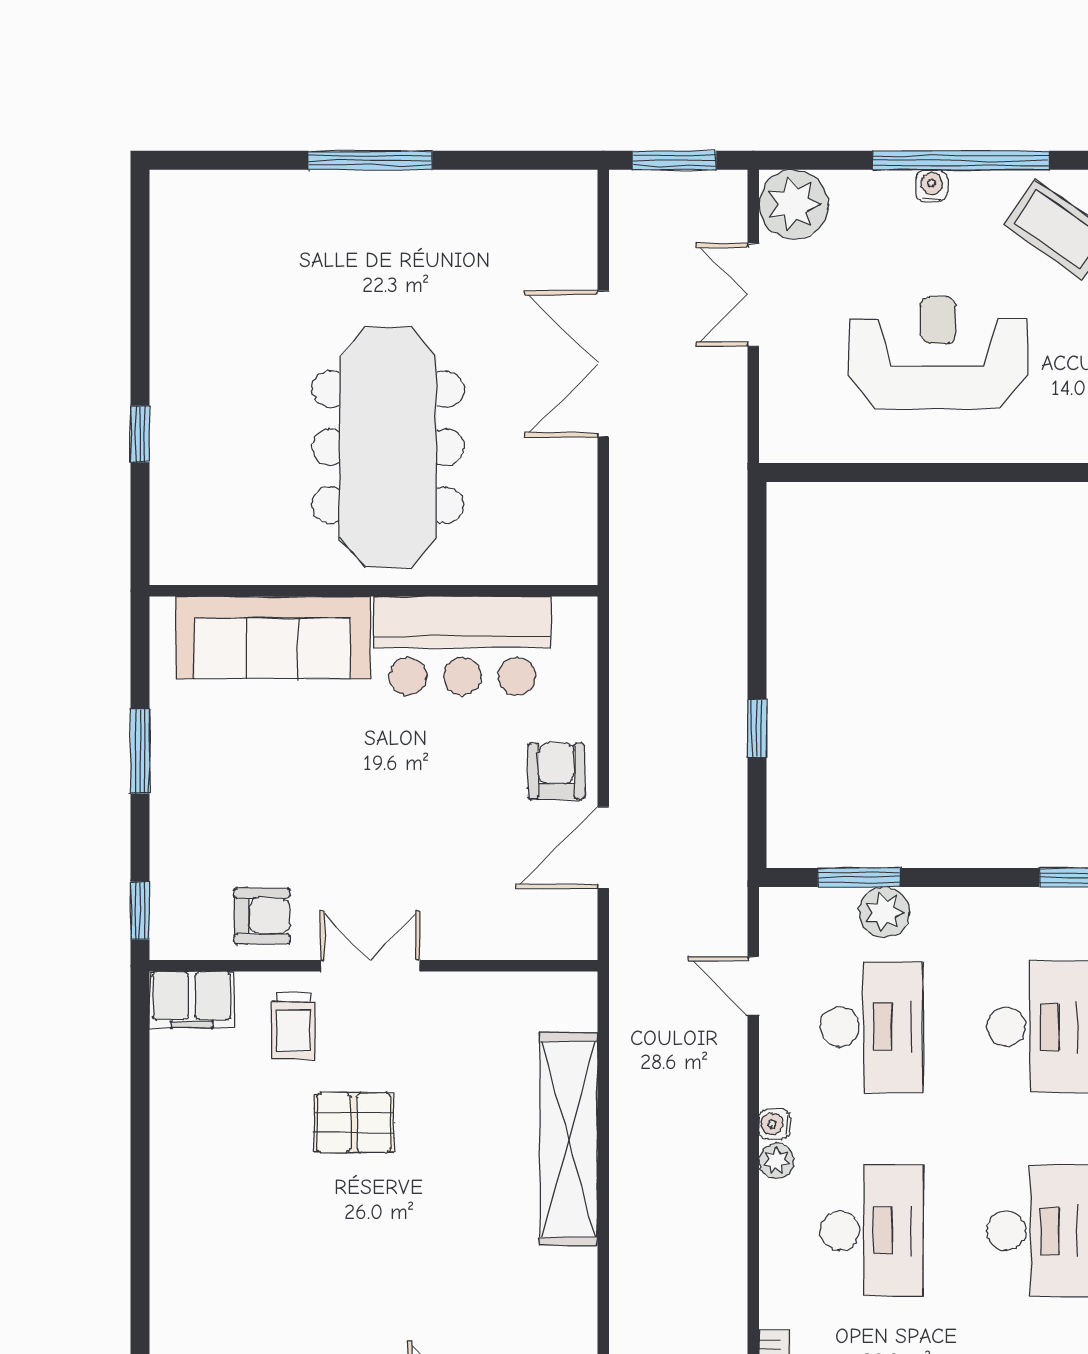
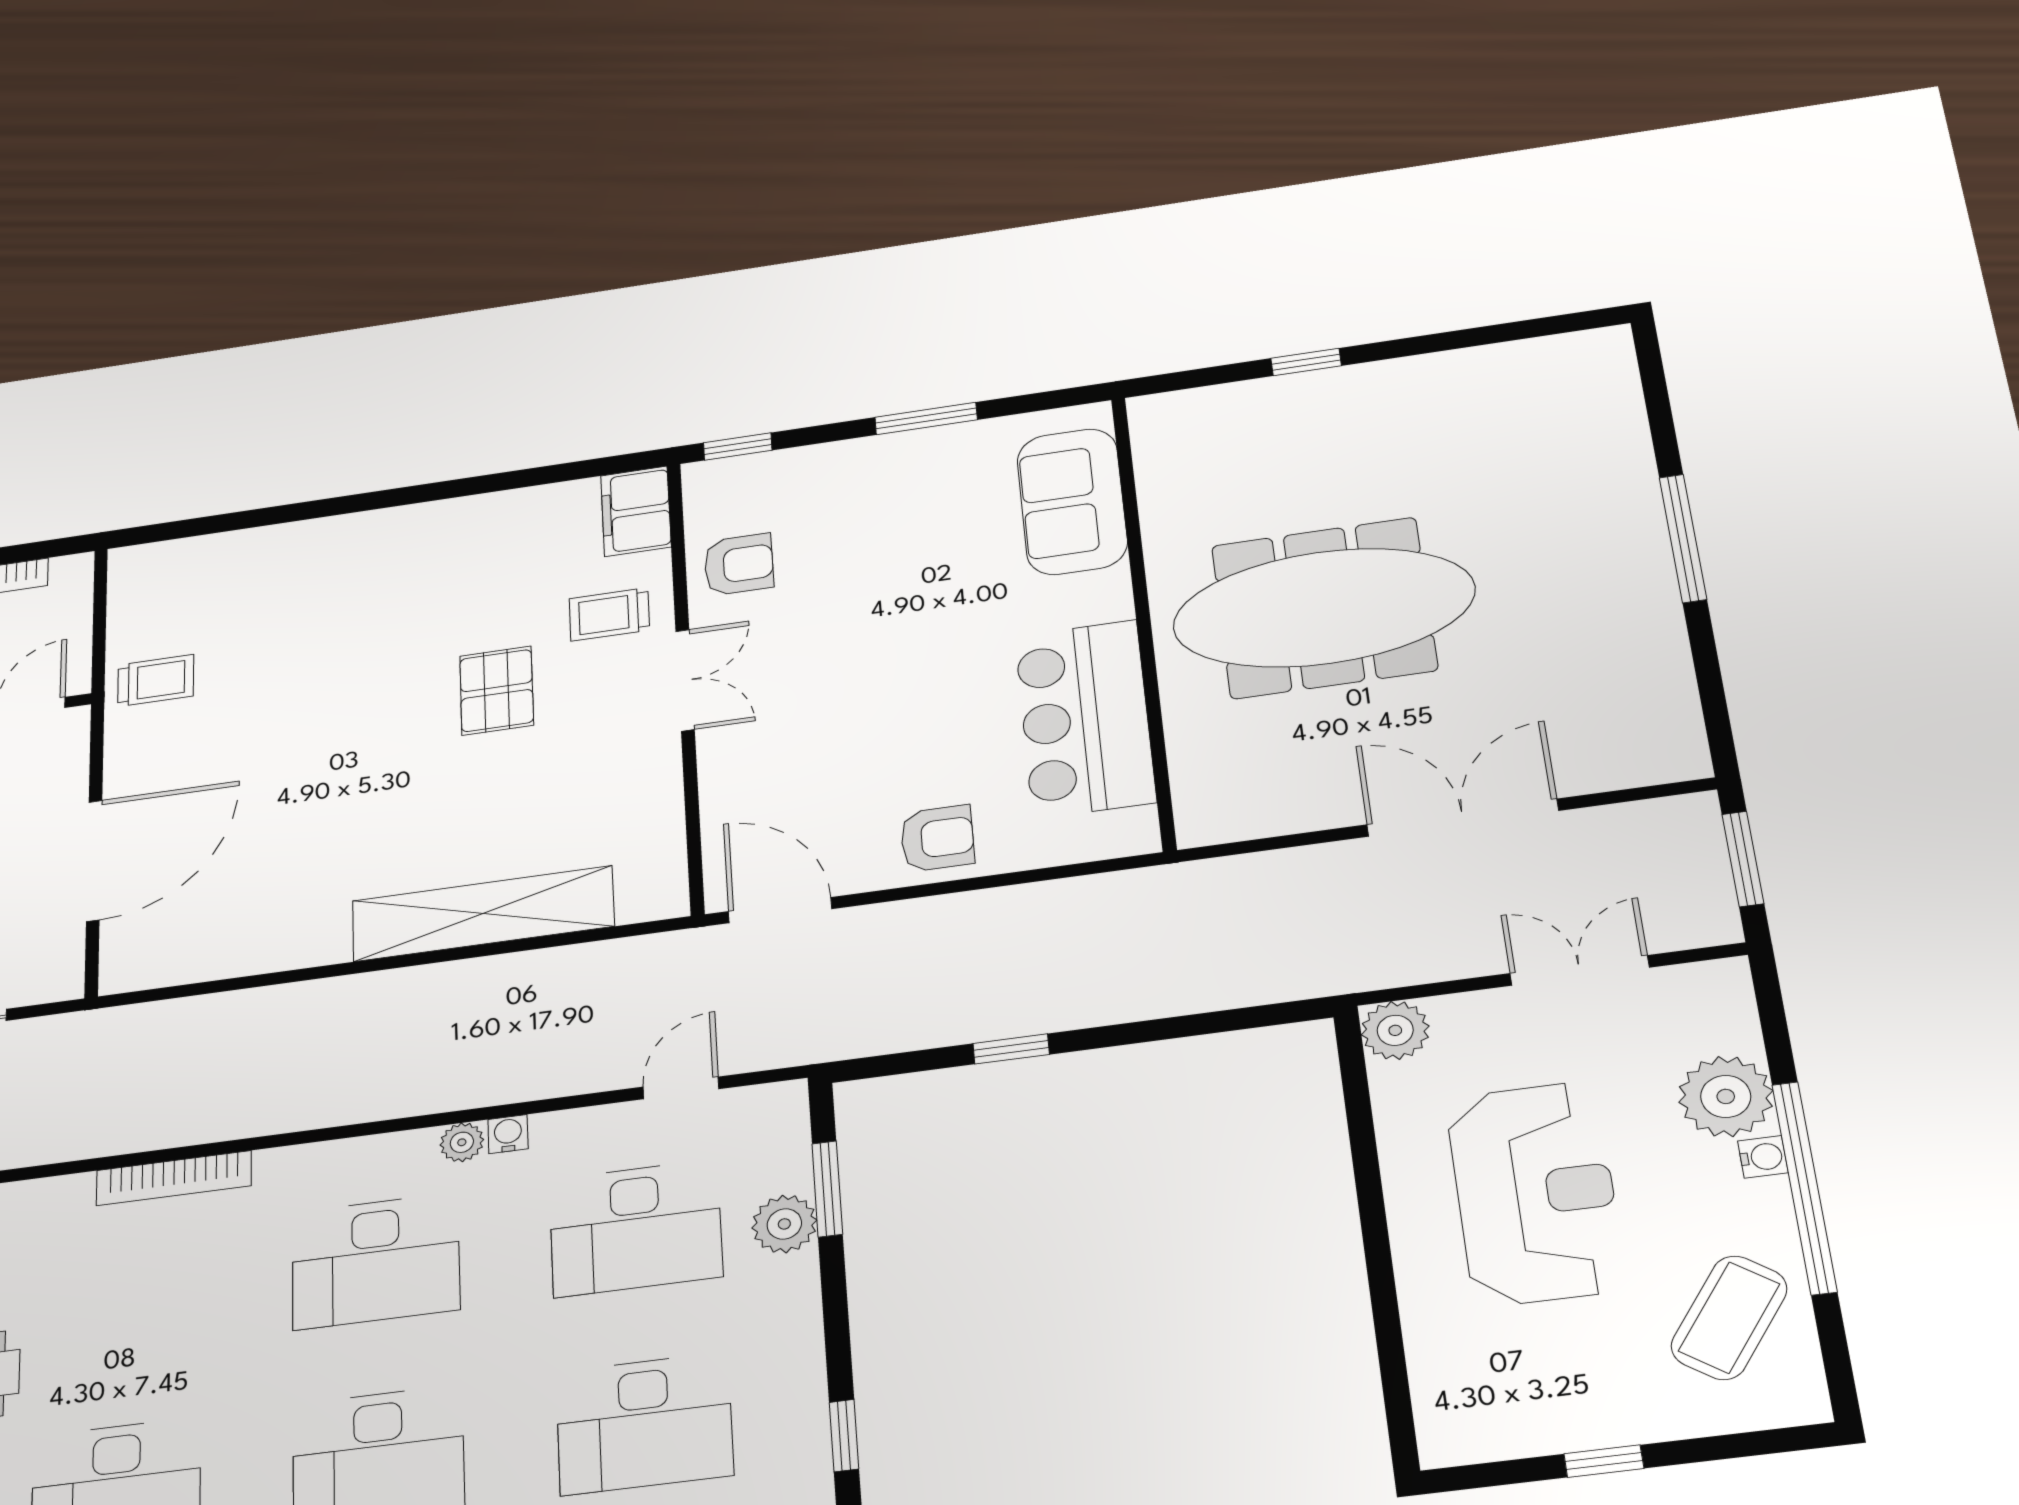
plant: (793, 204) -> (1726, 1096), moved
plant: (785, 437) -> (1395, 1030), added
sofa: (273, 638) -> (1072, 501), width x0.73
door: (603, 848) -> (780, 910), moved
armchair: (262, 916) -> (739, 565), turned -90

